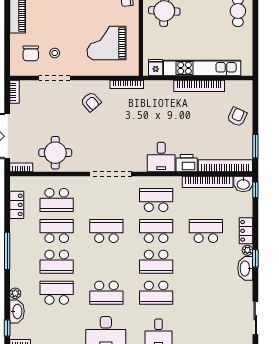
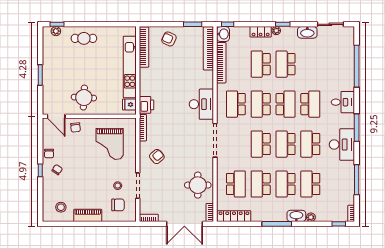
bookcase: (199, 86) -> (144, 47), moved
desk: (161, 157) -> (201, 104), width x1.37
printer: (187, 163) -> (146, 105), moved, turned 180
locker: (17, 205) -> (234, 216), width x1.53
school desk: (57, 262) -> (286, 184), turned 180
school desk: (106, 262) -> (286, 144), added
school desk: (206, 262) -> (286, 64), added
washbasin: (245, 268) -> (307, 32), moved
school desk: (106, 293) -> (310, 144), turned 180
washbasin: (17, 311) -> (296, 216), moved

